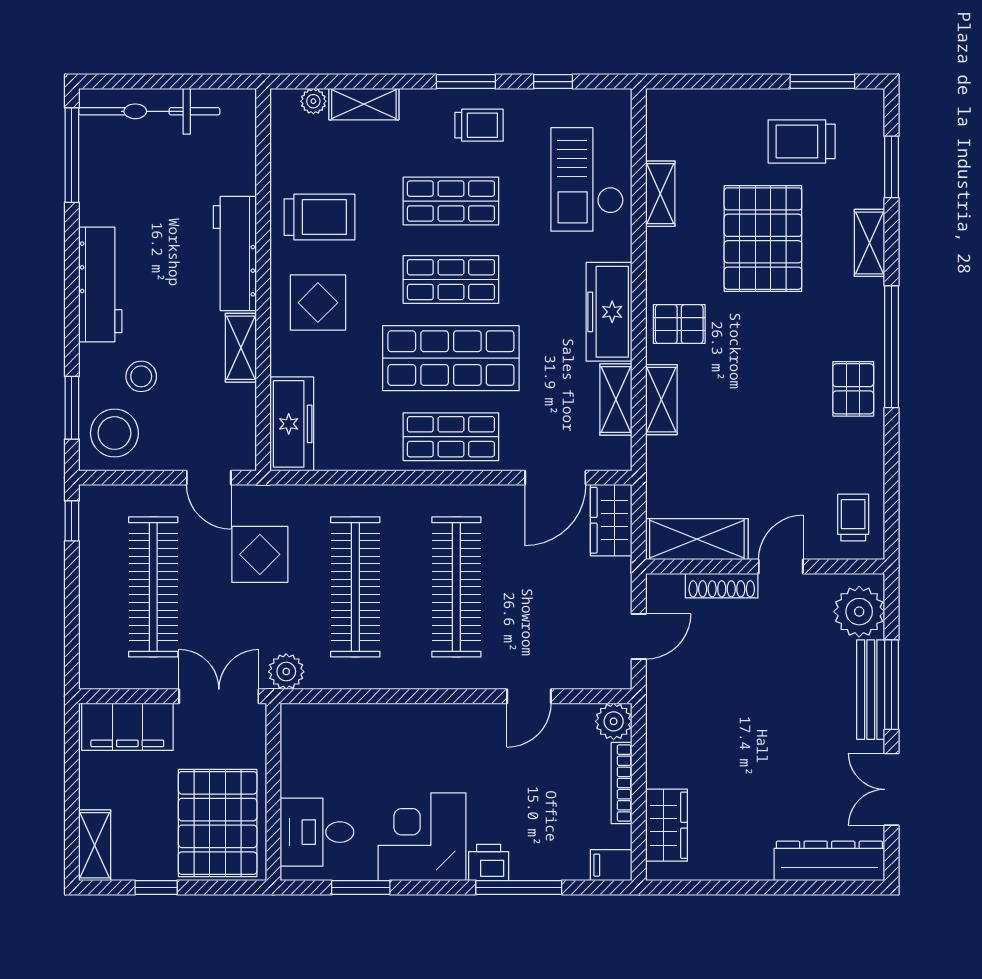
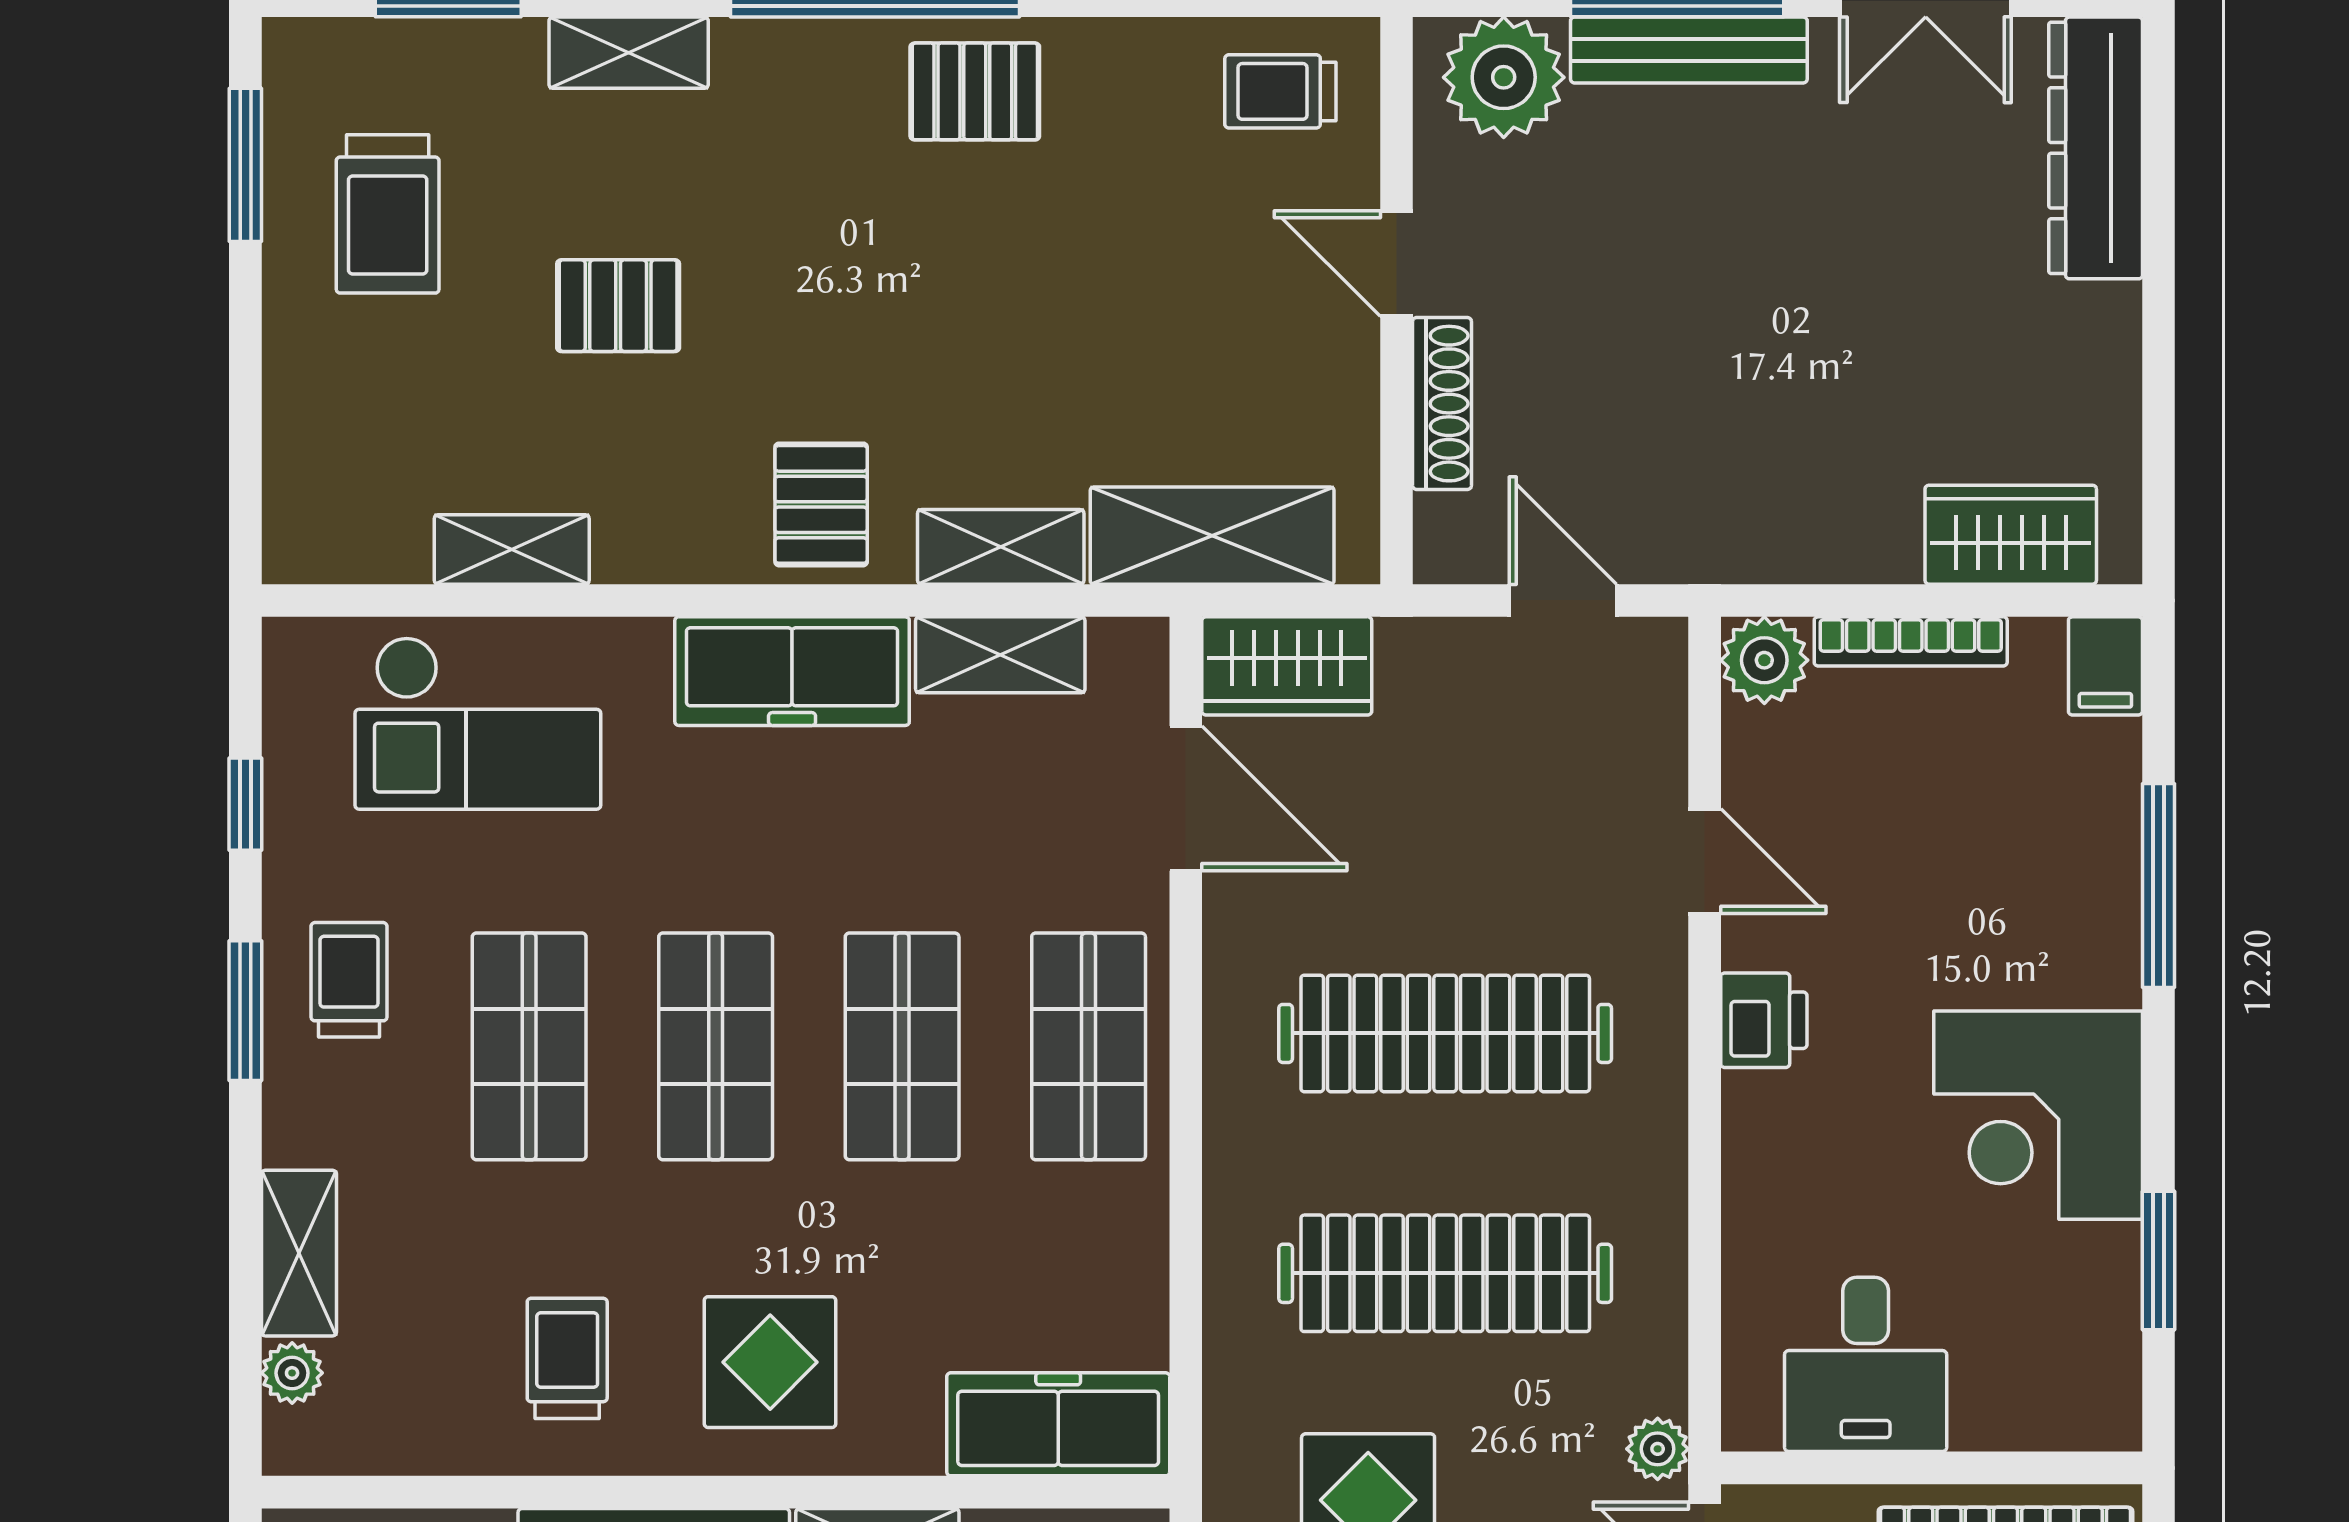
trolley: (319, 217) -> (567, 1358), width x0.73, depth x0.72
pallet: (763, 239) -> (618, 306), width x0.49, depth x0.50
shop shelf: (451, 358) -> (902, 1046), width x0.70, depth x0.74
shelving: (697, 539) -> (1212, 536), moved, turned 90
plant: (286, 672) -> (1658, 1449), width x0.73, depth x0.73
desk: (317, 832) -> (1866, 1364), moved
printer: (489, 862) -> (1764, 1020), moved, turned 180

